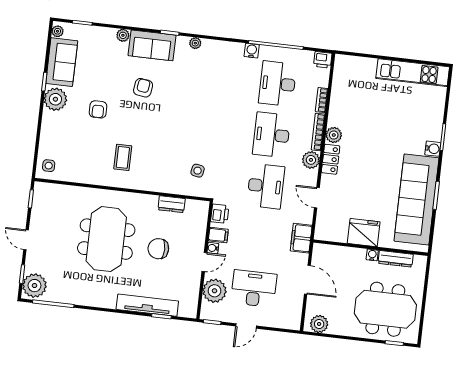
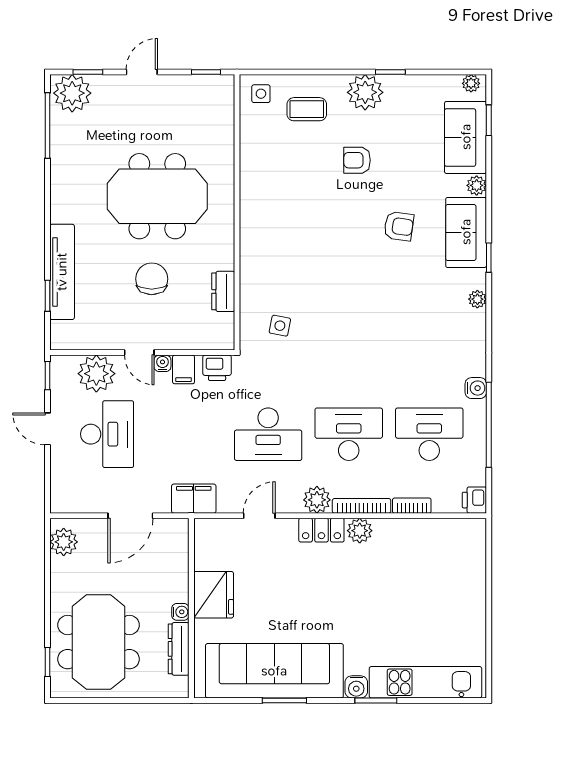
sofa: (62, 62) -> (466, 137), moved, turned 90
kitchen unit: (413, 73) -> (425, 682), moved, turned 90
coffee table: (123, 157) -> (307, 109), moved

